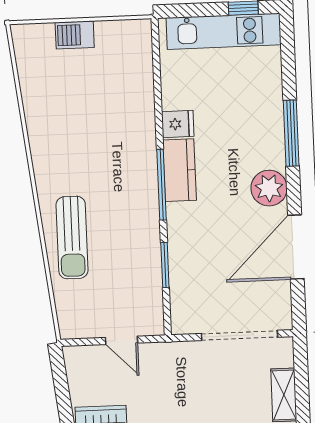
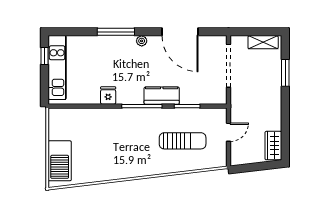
barbecue: (75, 35) -> (60, 161), width x1.88, depth x1.53
kitchen counter: (180, 170) -> (162, 96), moved
plant: (269, 188) -> (142, 41), width x0.53, depth x0.53
sun lounger: (72, 238) -> (183, 141), moved

